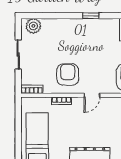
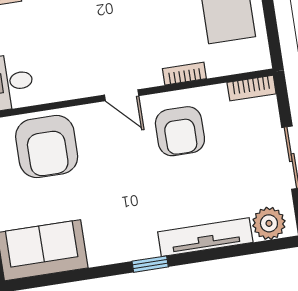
tv unit: (64, 24) -> (205, 237), added
door: (92, 95) -> (122, 95), swing flipped

